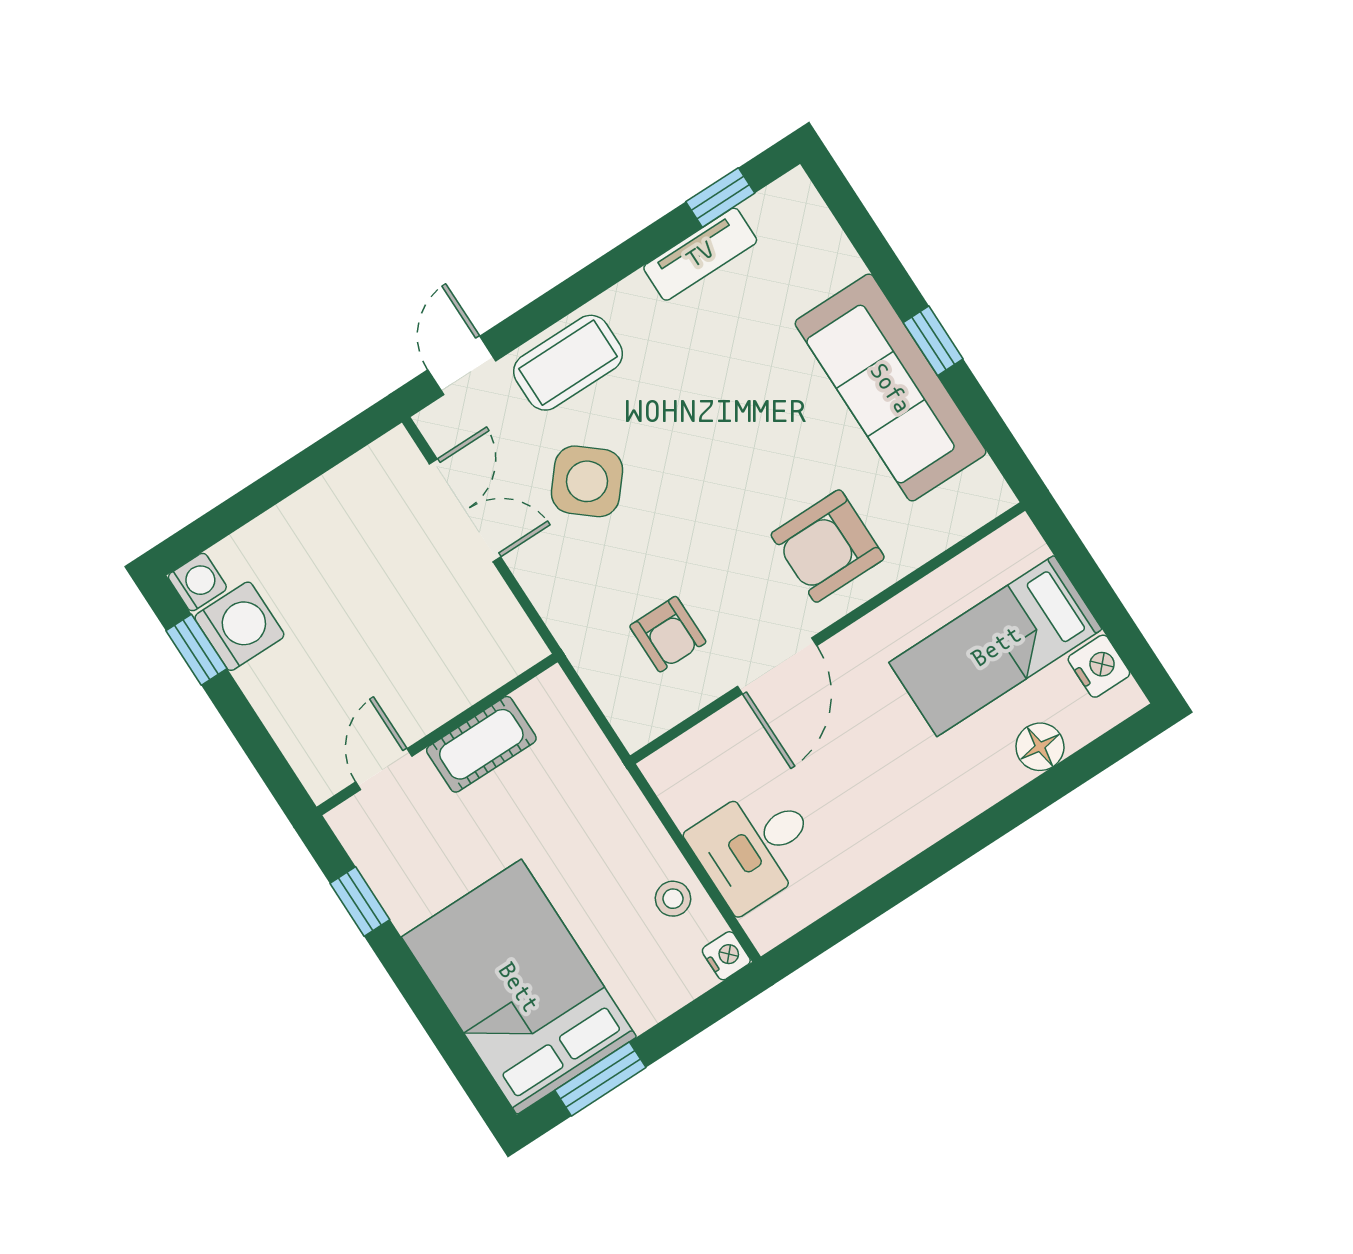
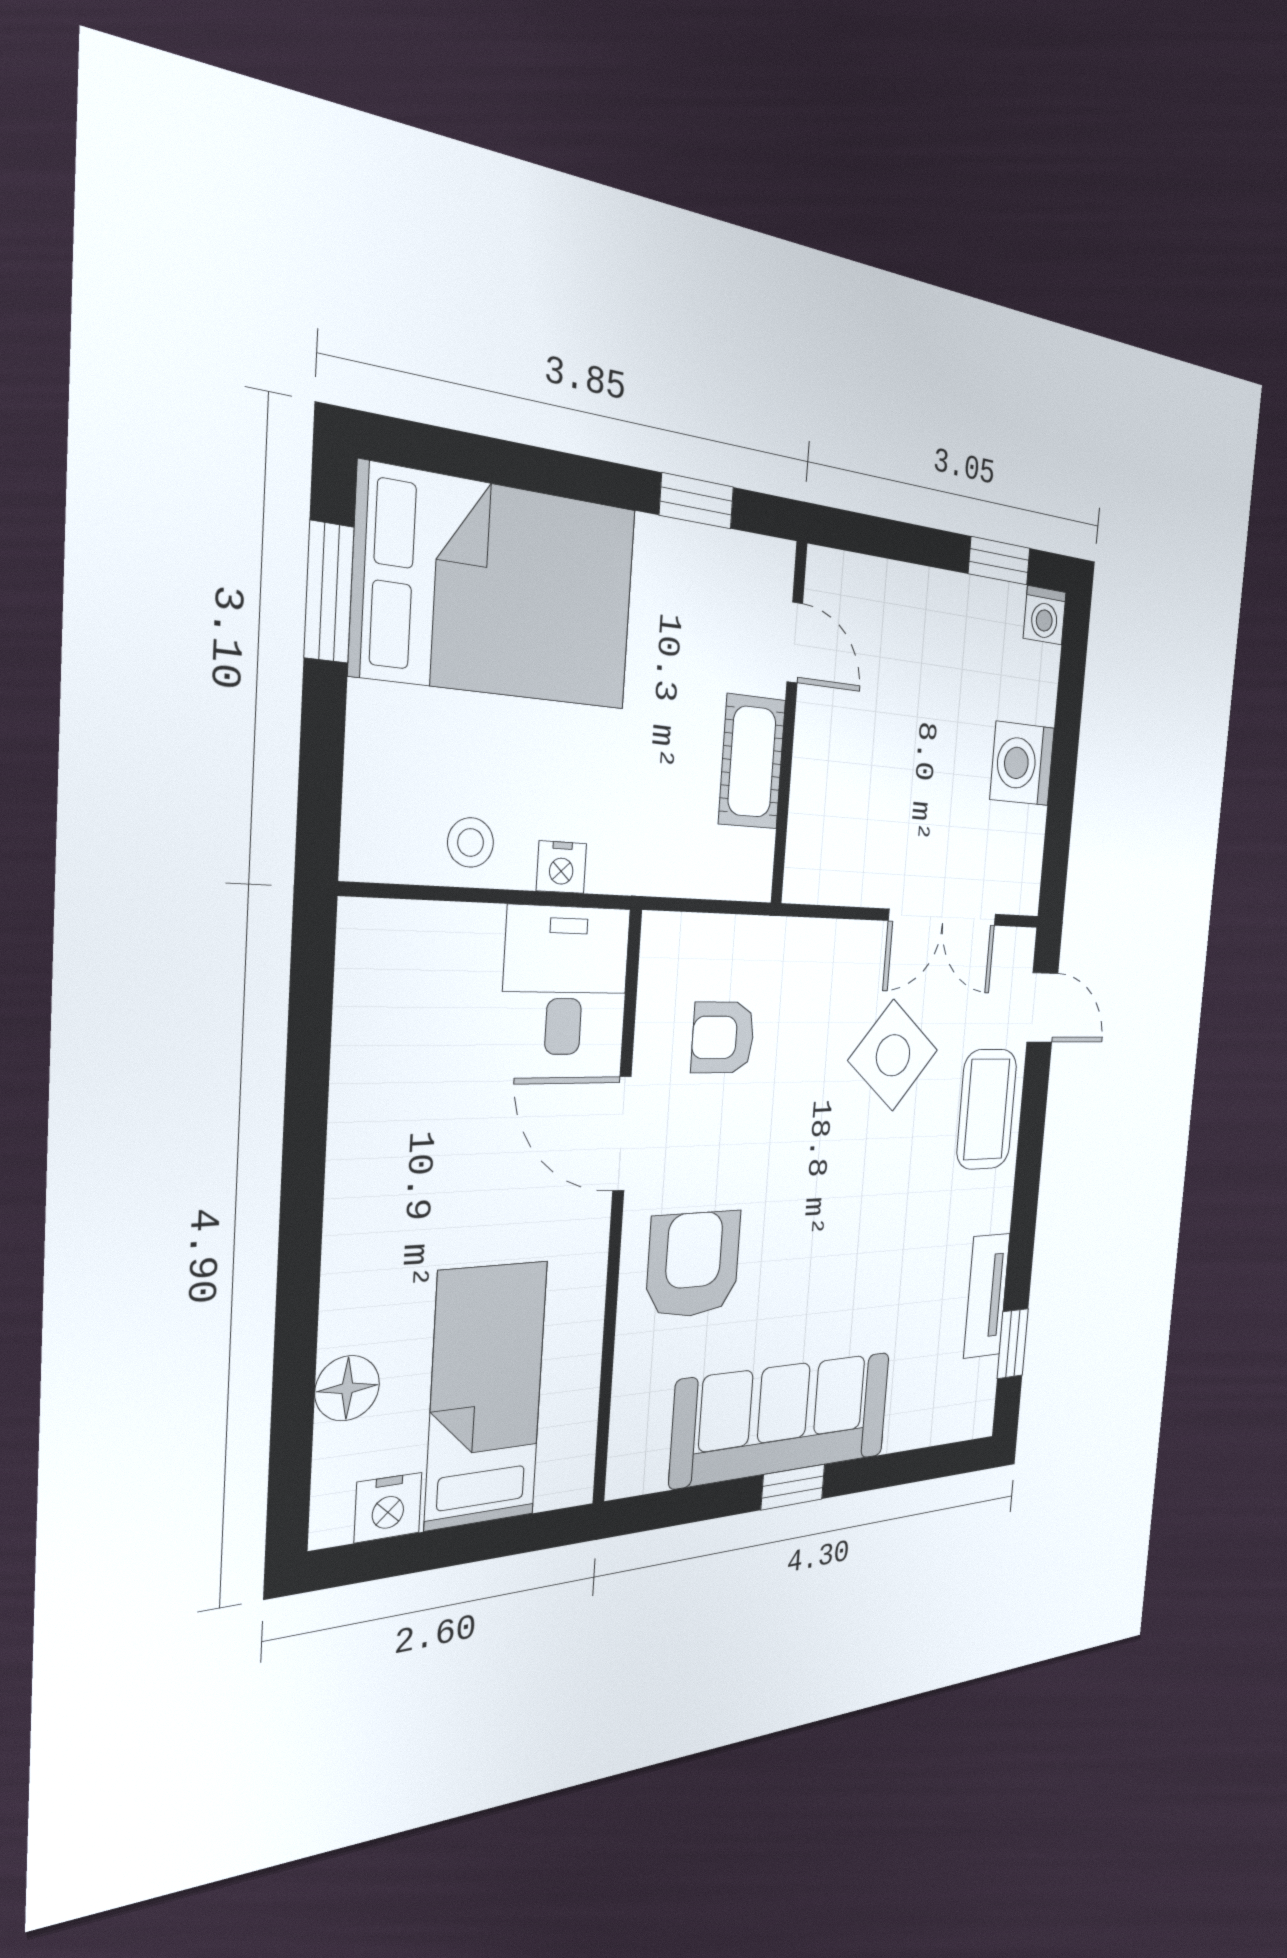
washing machine: (239, 626) -> (1022, 764), moved, turned 90
desk: (755, 847) -> (566, 981), moved
nightstand: (726, 956) -> (561, 867), moved

